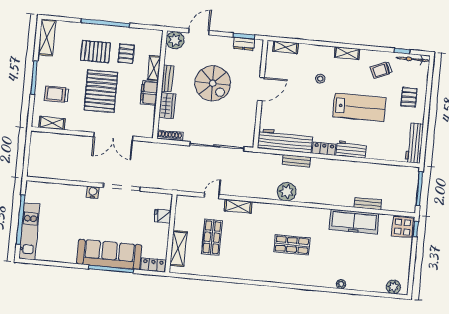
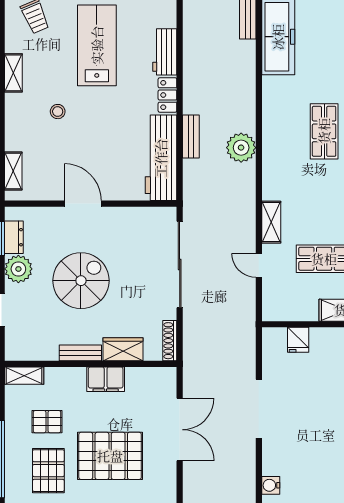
plant: (175, 40) -> (18, 269), moved
shelving: (154, 68) -> (24, 376), moved
water cooler: (93, 192) -> (271, 485), moved

